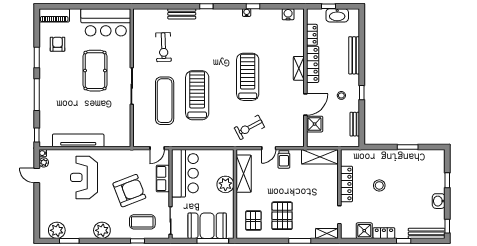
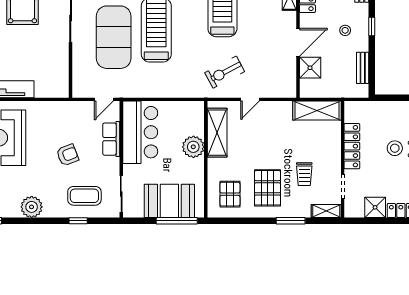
exercise mat: (165, 101) -> (114, 37), width x1.47
trolley: (284, 159) -> (304, 174), moved
armchair: (129, 191) -> (67, 155), width x0.53, depth x0.53

